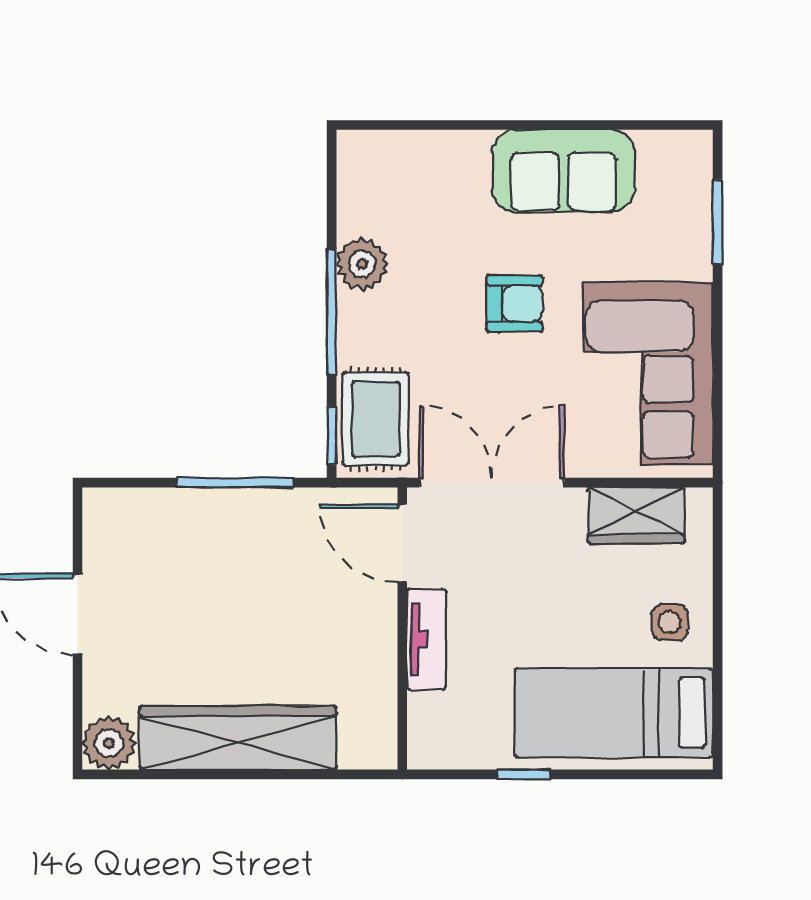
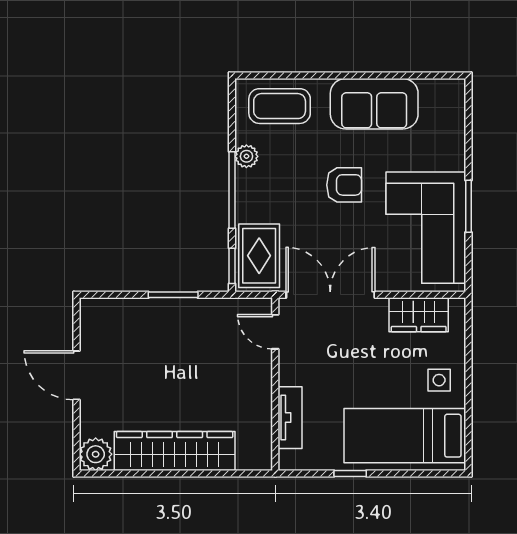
coffee table: (409, 175) -> (280, 106), added
window: (718, 222) -> (469, 206), moved
plant: (362, 264) -> (246, 156), width x0.73, depth x0.73
window: (235, 483) -> (173, 295), width x0.69
door: (402, 543) -> (275, 332), width x0.73
tv unit: (426, 639) -> (290, 418), moved

